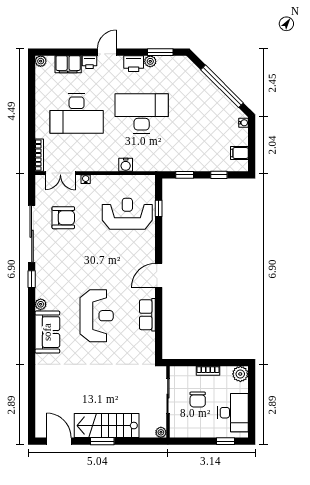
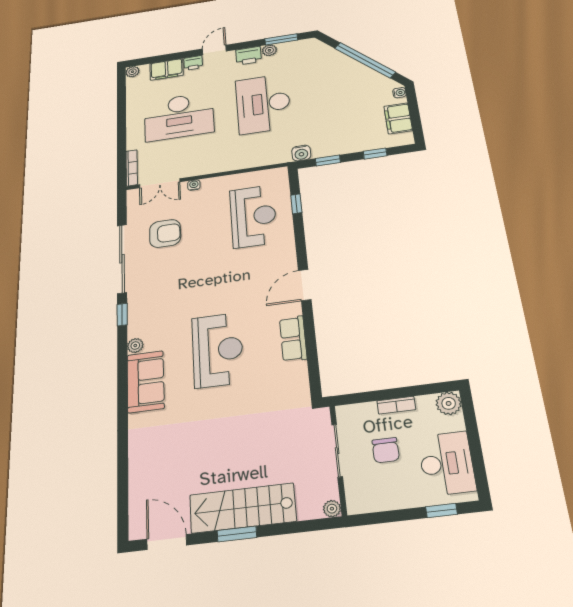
desk: (142, 113) -> (263, 104), turned -90
filing cabinet: (239, 153) -> (398, 118), width x2.00
water cooler: (126, 165) -> (301, 153), moved
reception desk: (127, 214) -> (253, 216), turned 90

